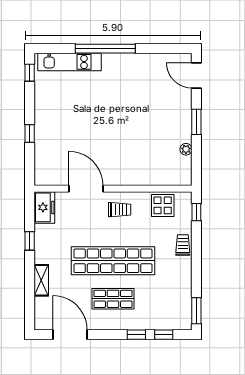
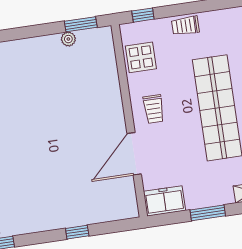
window: (196, 122) -> (81, 24), moved
trolley: (120, 210) -> (154, 109), turned 180
window: (30, 241) -> (208, 213), width x1.50

